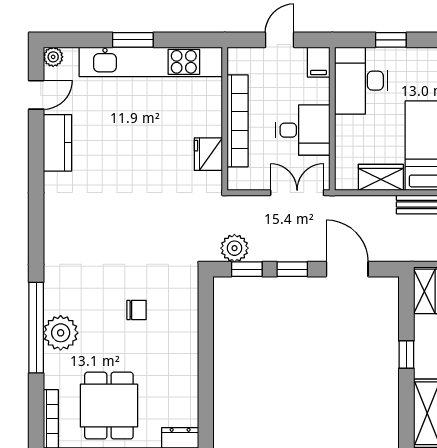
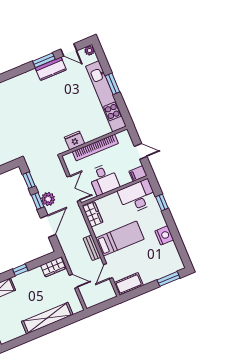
window: (36, 149) -> (44, 60), added
wardrobe: (381, 177) -> (93, 214), moved
plant: (234, 248) -> (48, 199), moved

